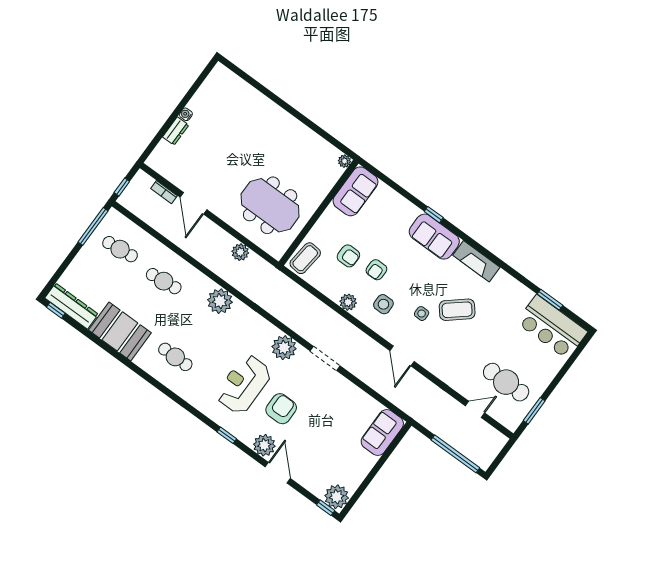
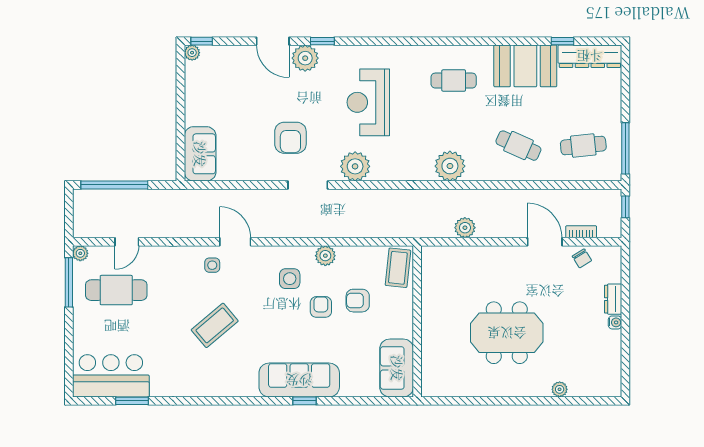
plant: (344, 161) -> (560, 389), moved
chair: (177, 174) -> (582, 258), added
meeting table: (270, 205) -> (507, 333), moved
sofa: (434, 237) -> (299, 380), width x1.36
fireplace: (476, 261) -> (230, 386), removed
cafe table: (164, 281) -> (518, 146), turned 30
window: (56, 310) -> (562, 41), moved
side table: (422, 314) -> (212, 265), moved
reception desk: (244, 384) -> (368, 102), turned 180
armchair: (281, 409) -> (290, 138), moved
window: (534, 411) -> (69, 282), width x1.44
plant: (512, 425) -> (80, 253), added
window: (227, 435) -> (322, 41), moved
plant: (337, 497) -> (192, 53), width x0.53, depth x0.53

